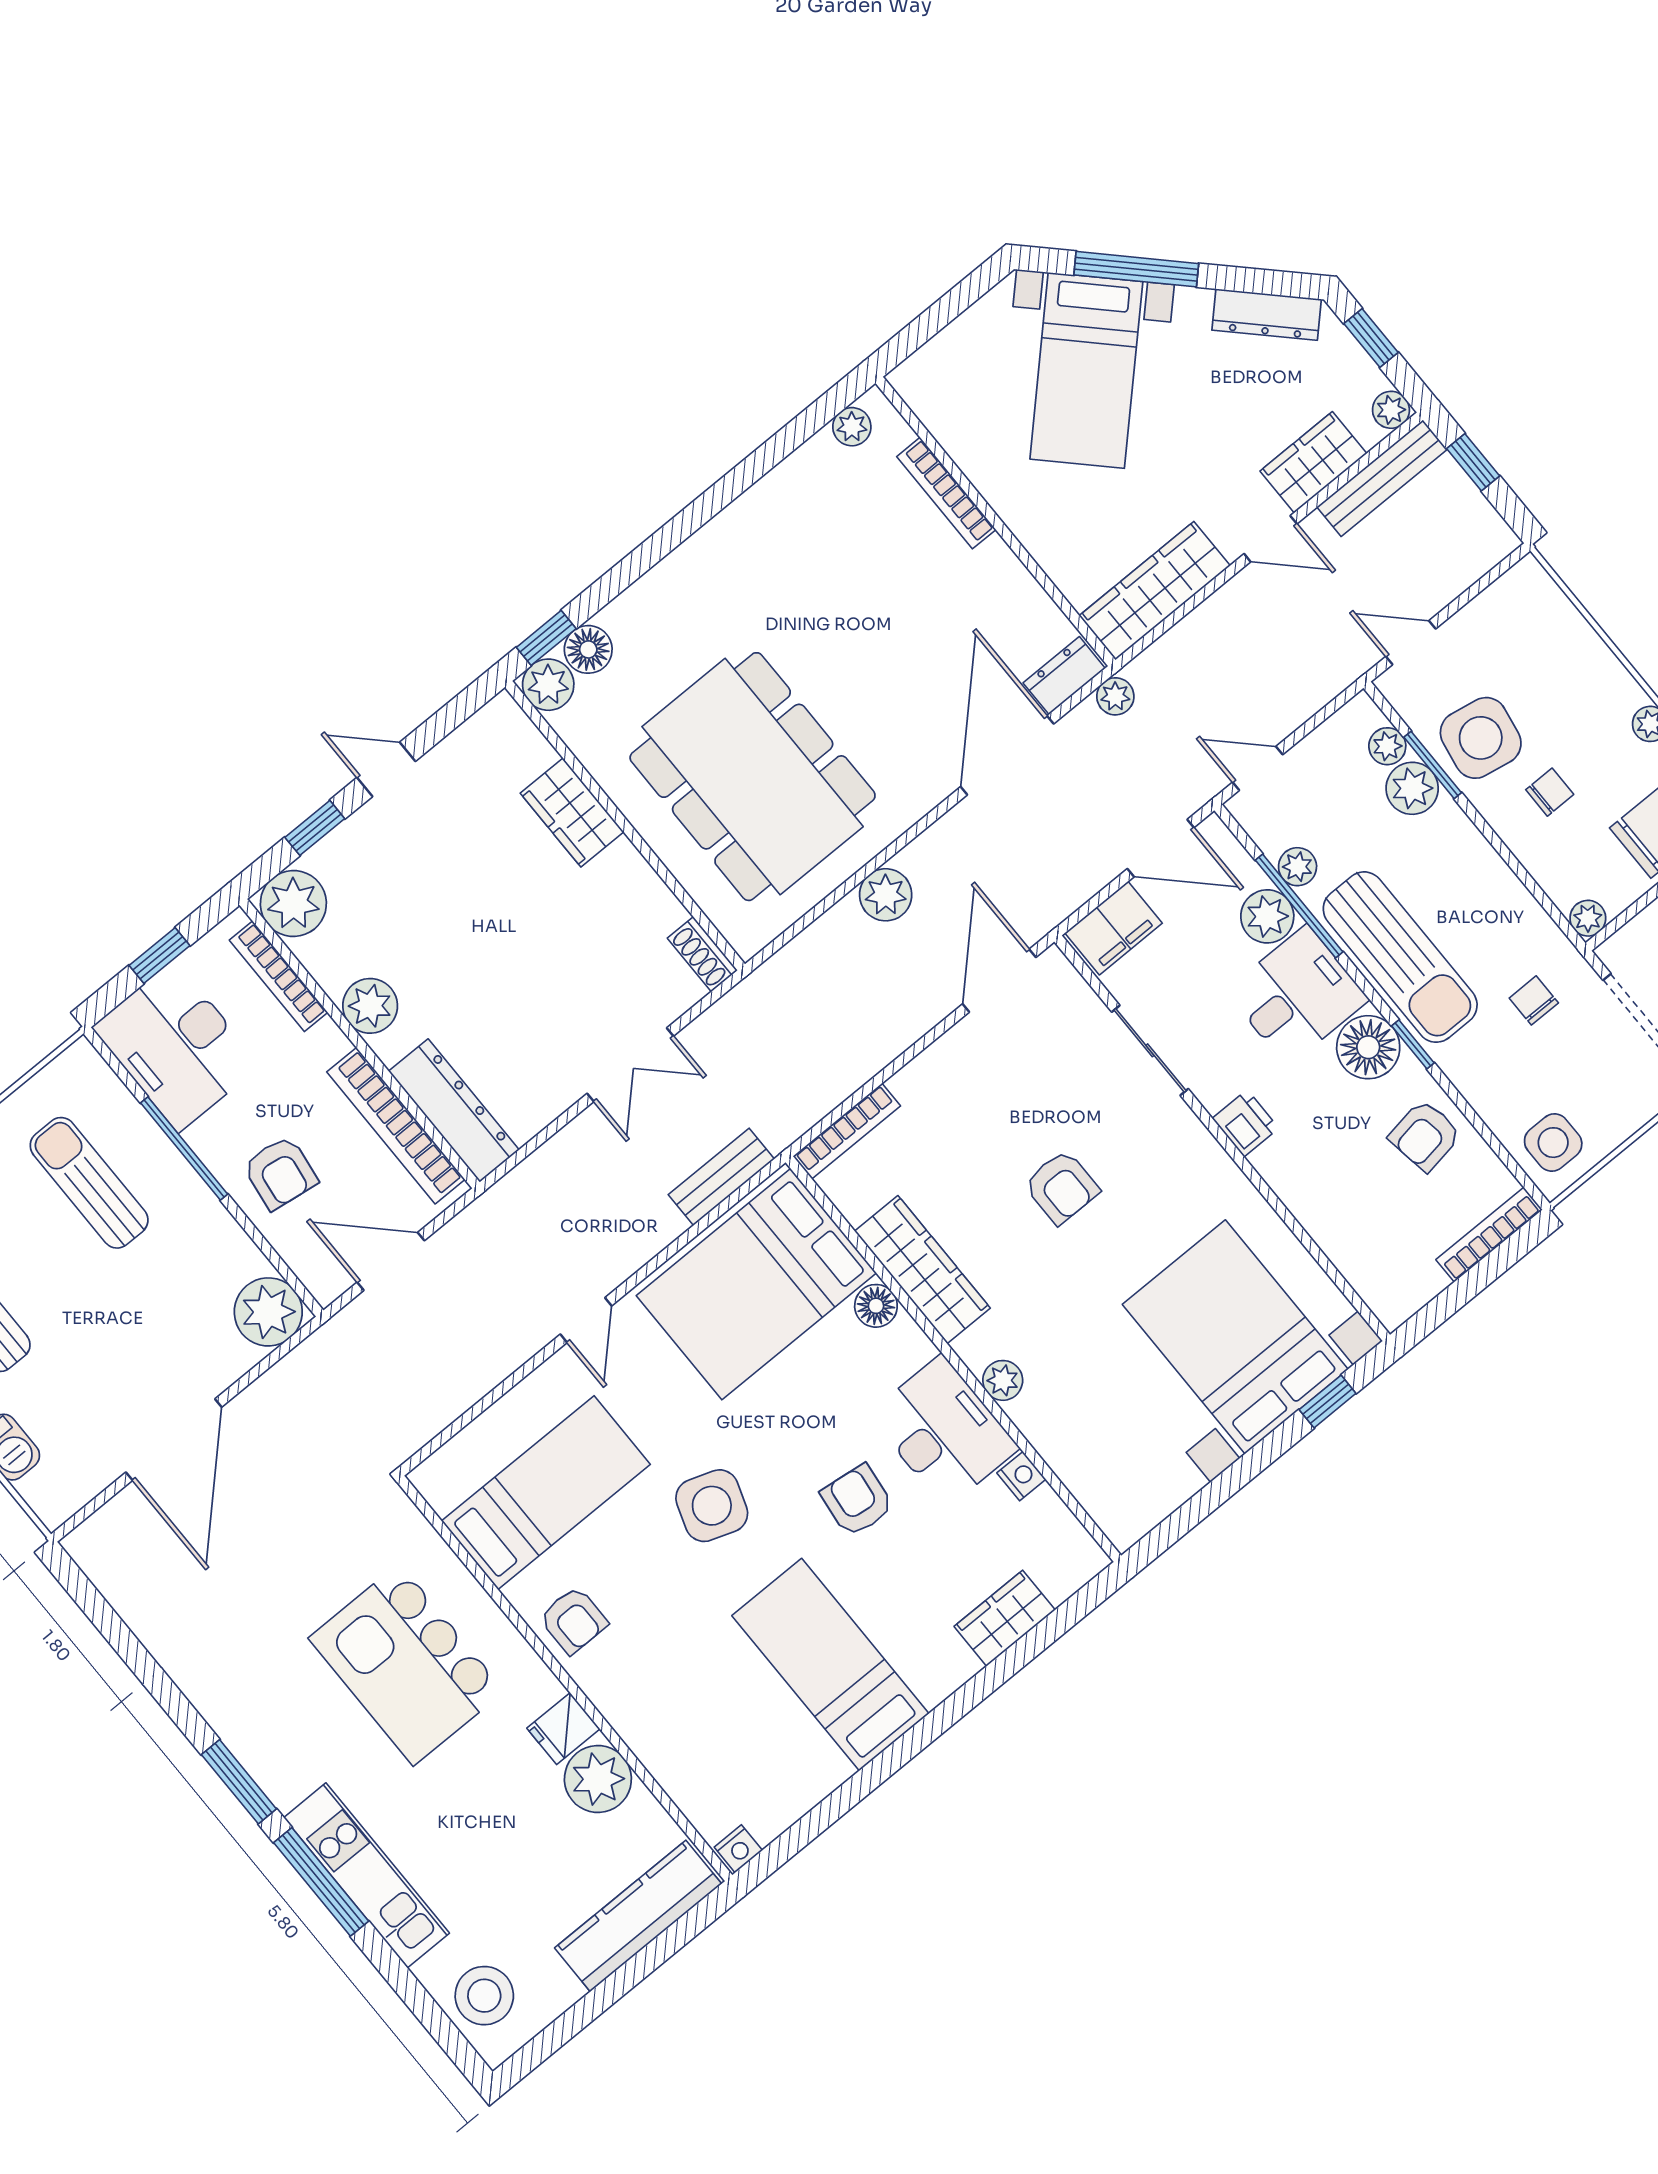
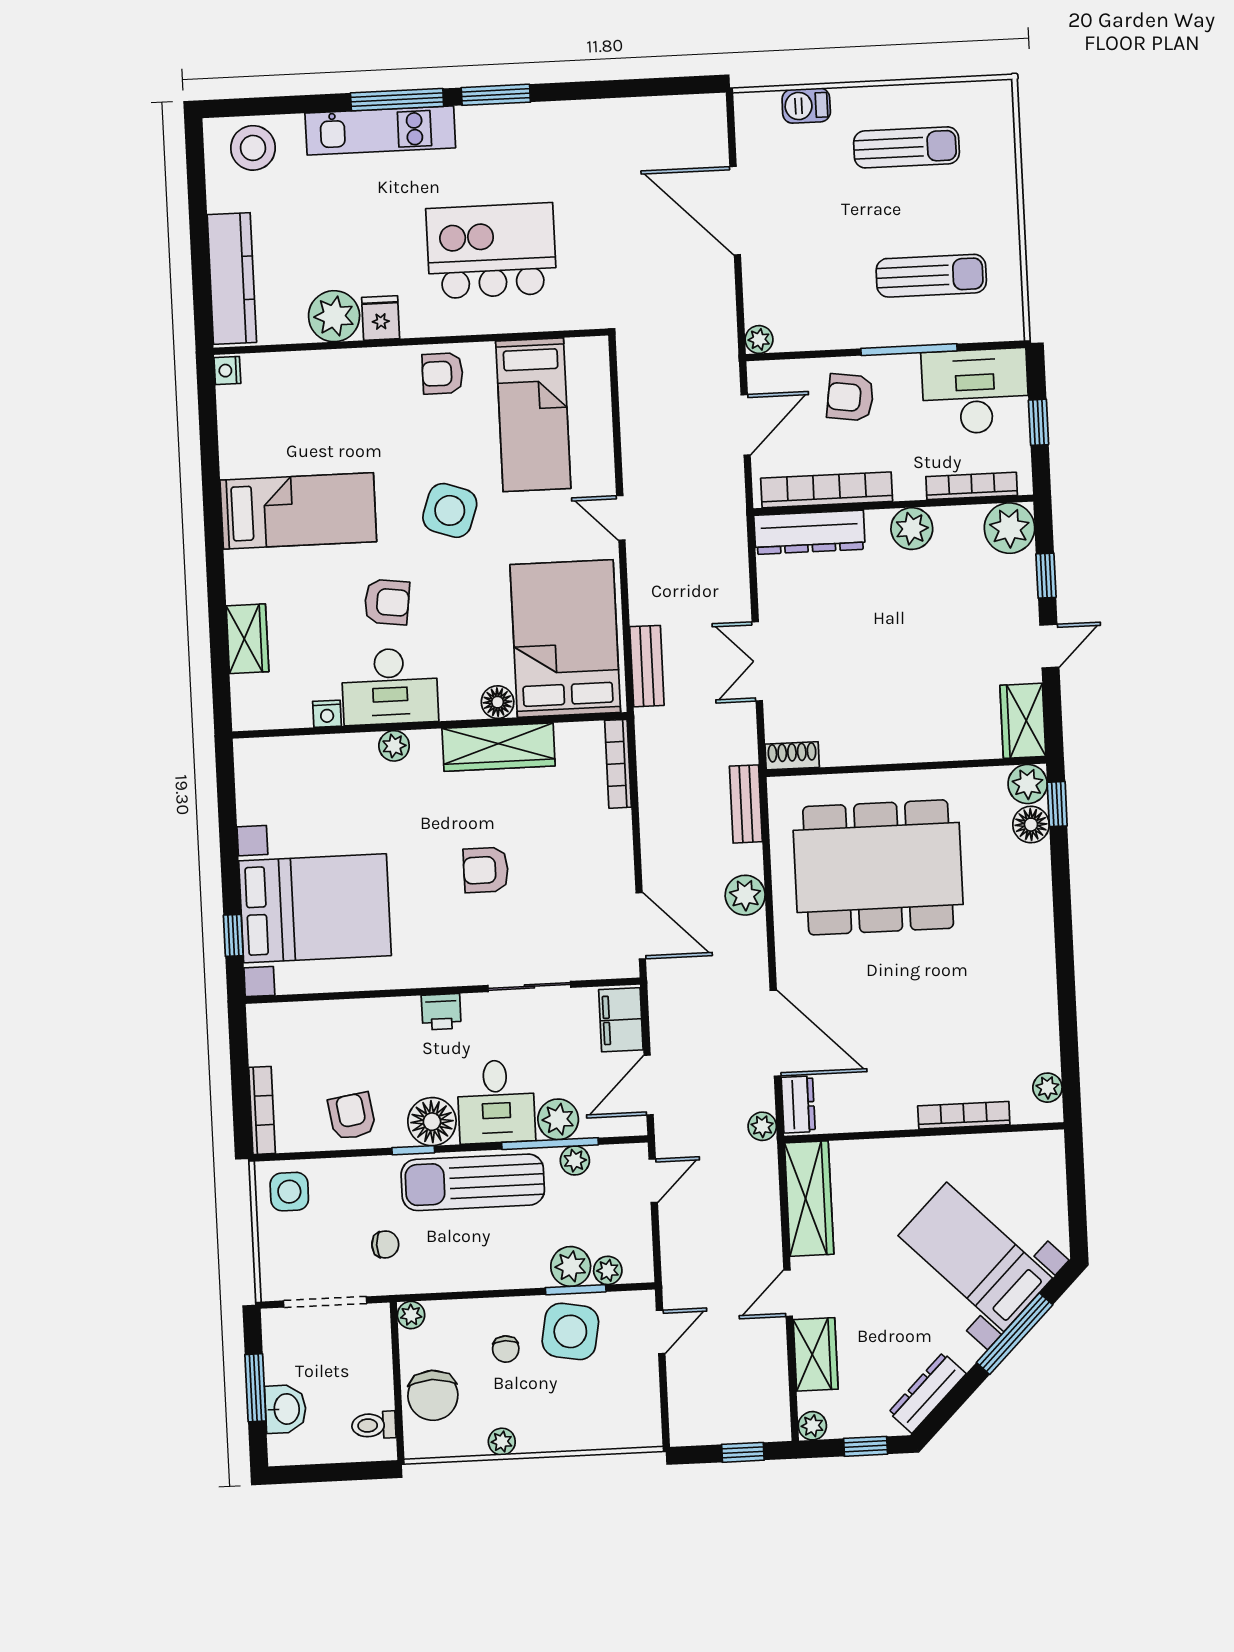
bench: (1382, 478) -> (746, 804), moved, width x0.73
wardrobe: (572, 813) -> (1023, 721), moved, turned -90
plant: (268, 1312) -> (759, 339), width x0.53, depth x0.53

